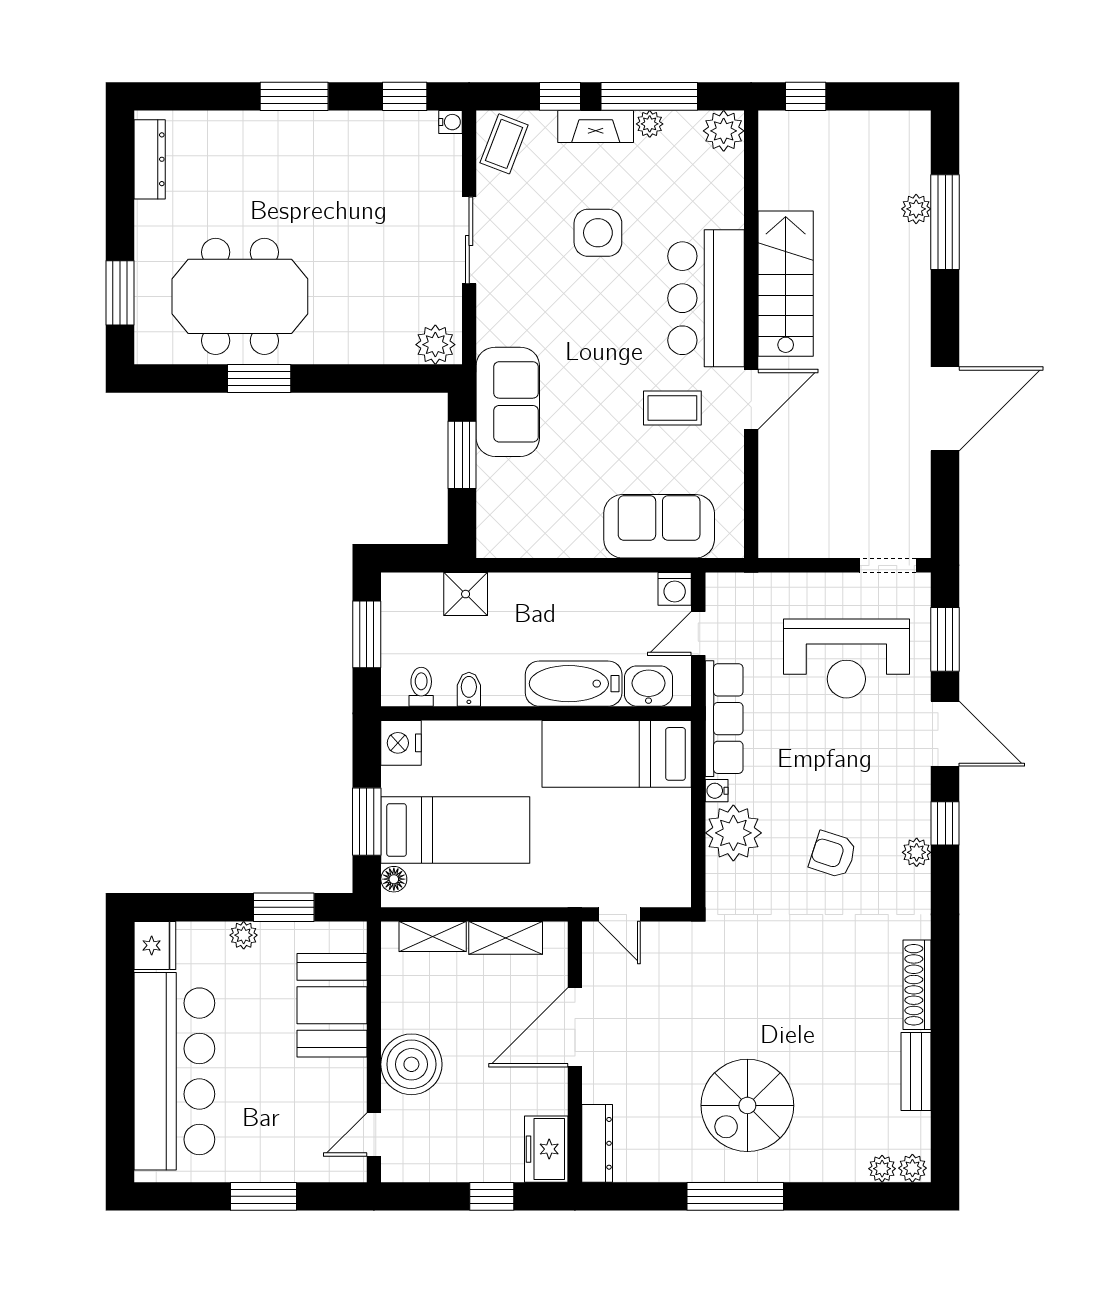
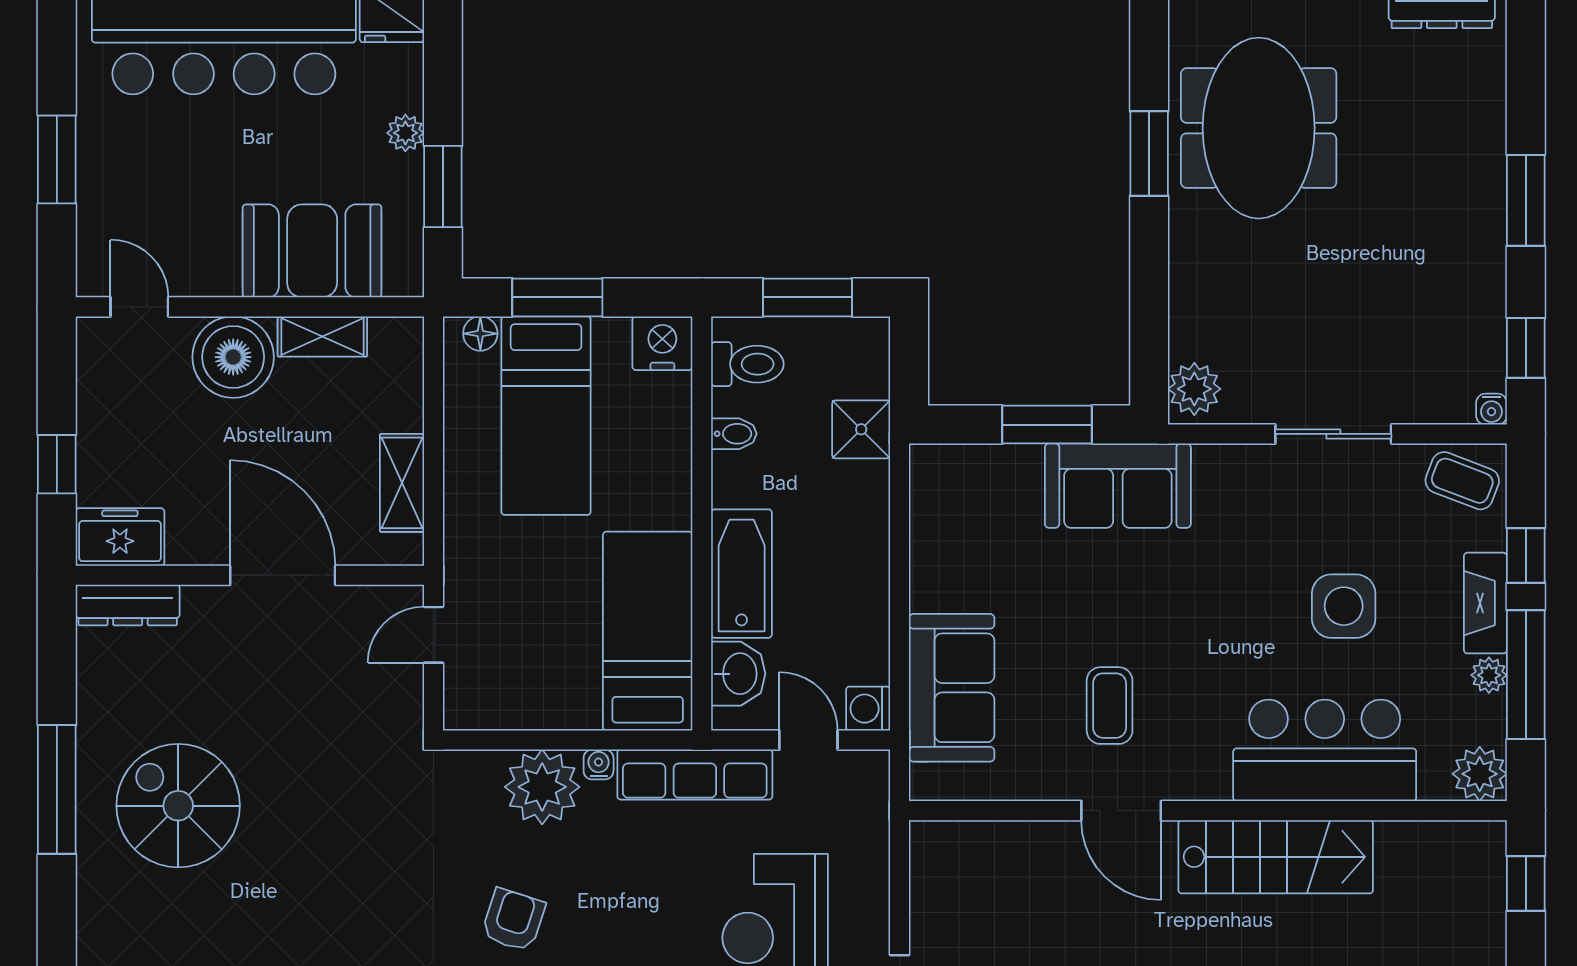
bar counter: (706, 298) -> (1325, 750), moved
toilet: (421, 687) -> (747, 364), width x1.37, depth x1.39
shelving: (433, 936) -> (322, 336), moved, turned 90

